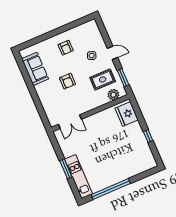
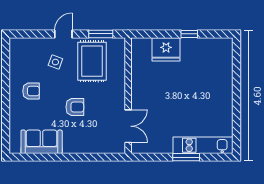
rug: (103, 79) -> (92, 61), width x1.36, depth x1.43
plant: (113, 95) -> (117, 56), removed
fridge: (127, 114) -> (166, 49), moved
window: (111, 189) -> (236, 111), removed

